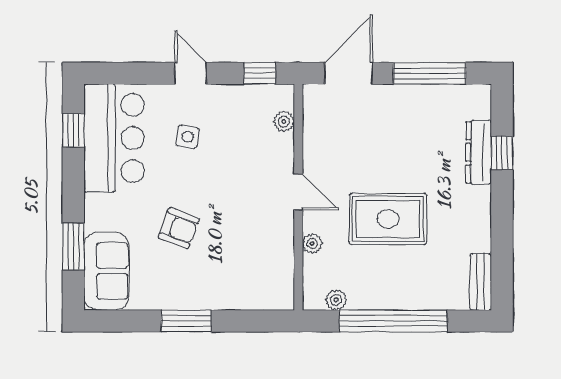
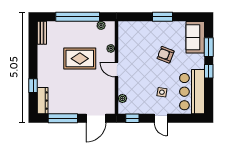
window: (73, 130) -> (209, 71), moved
dresser: (479, 152) -> (43, 101), moved

